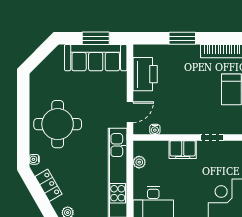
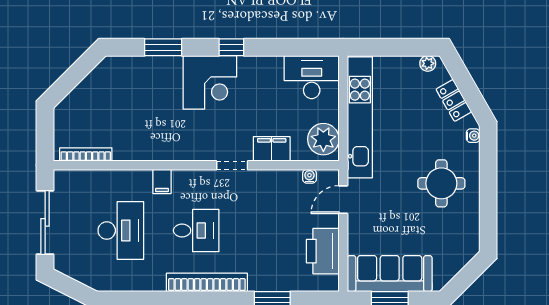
round table: (58, 124) -> (441, 183), width x0.73, depth x0.73
plant: (139, 162) -> (323, 139), width x1.88, depth x1.88

